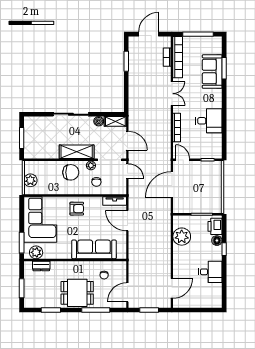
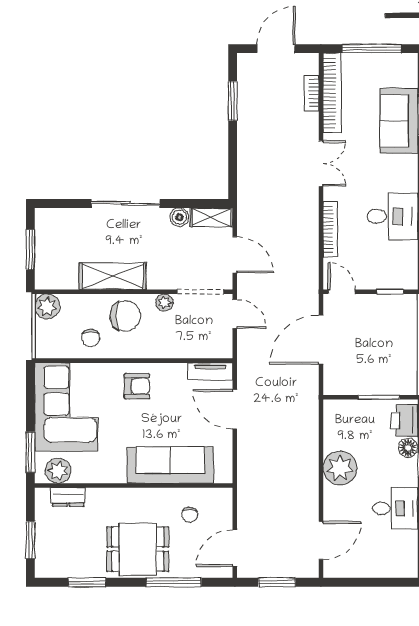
shelving: (77, 152) -> (113, 276), moved
plant: (30, 180) -> (47, 307), moved
chair: (96, 182) -> (91, 338), moved
plant: (182, 237) -> (340, 468), moved

